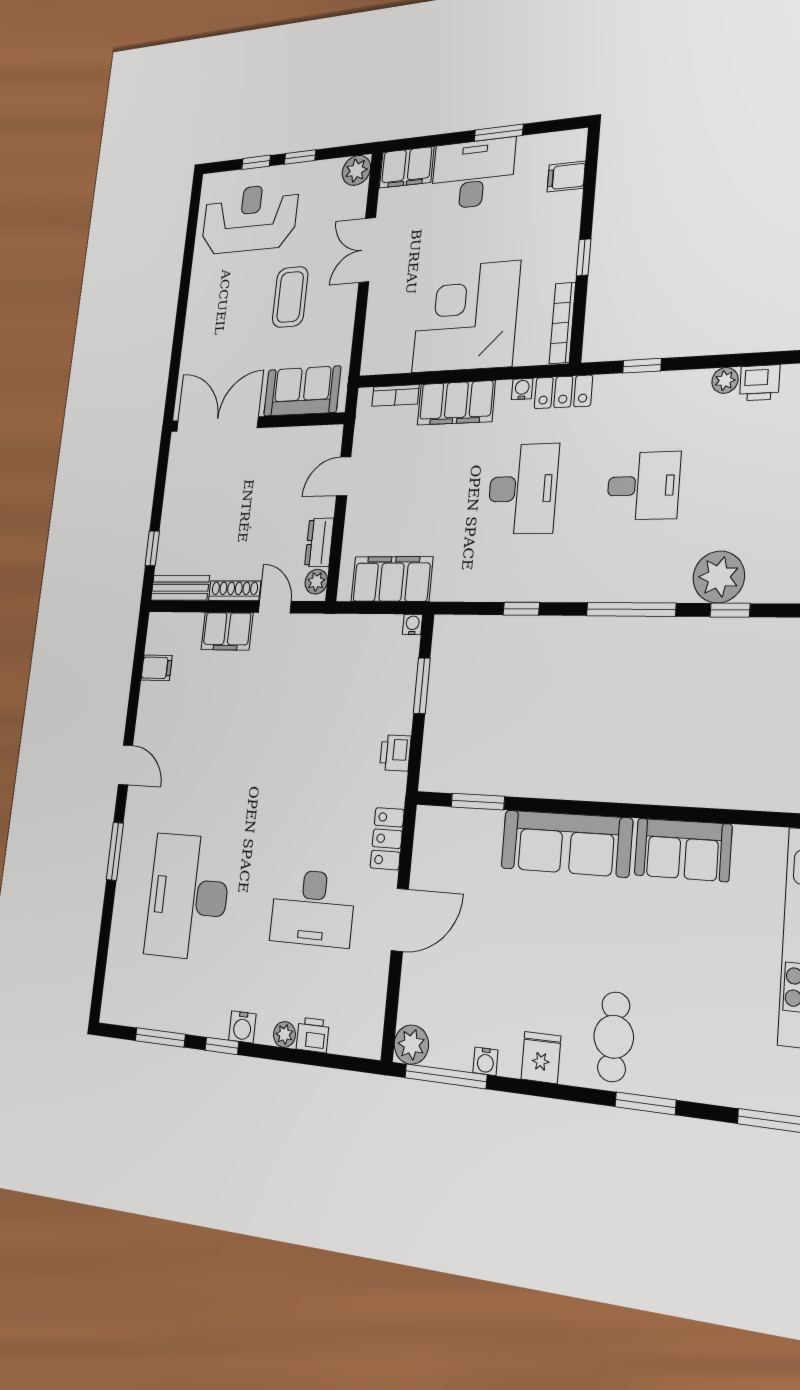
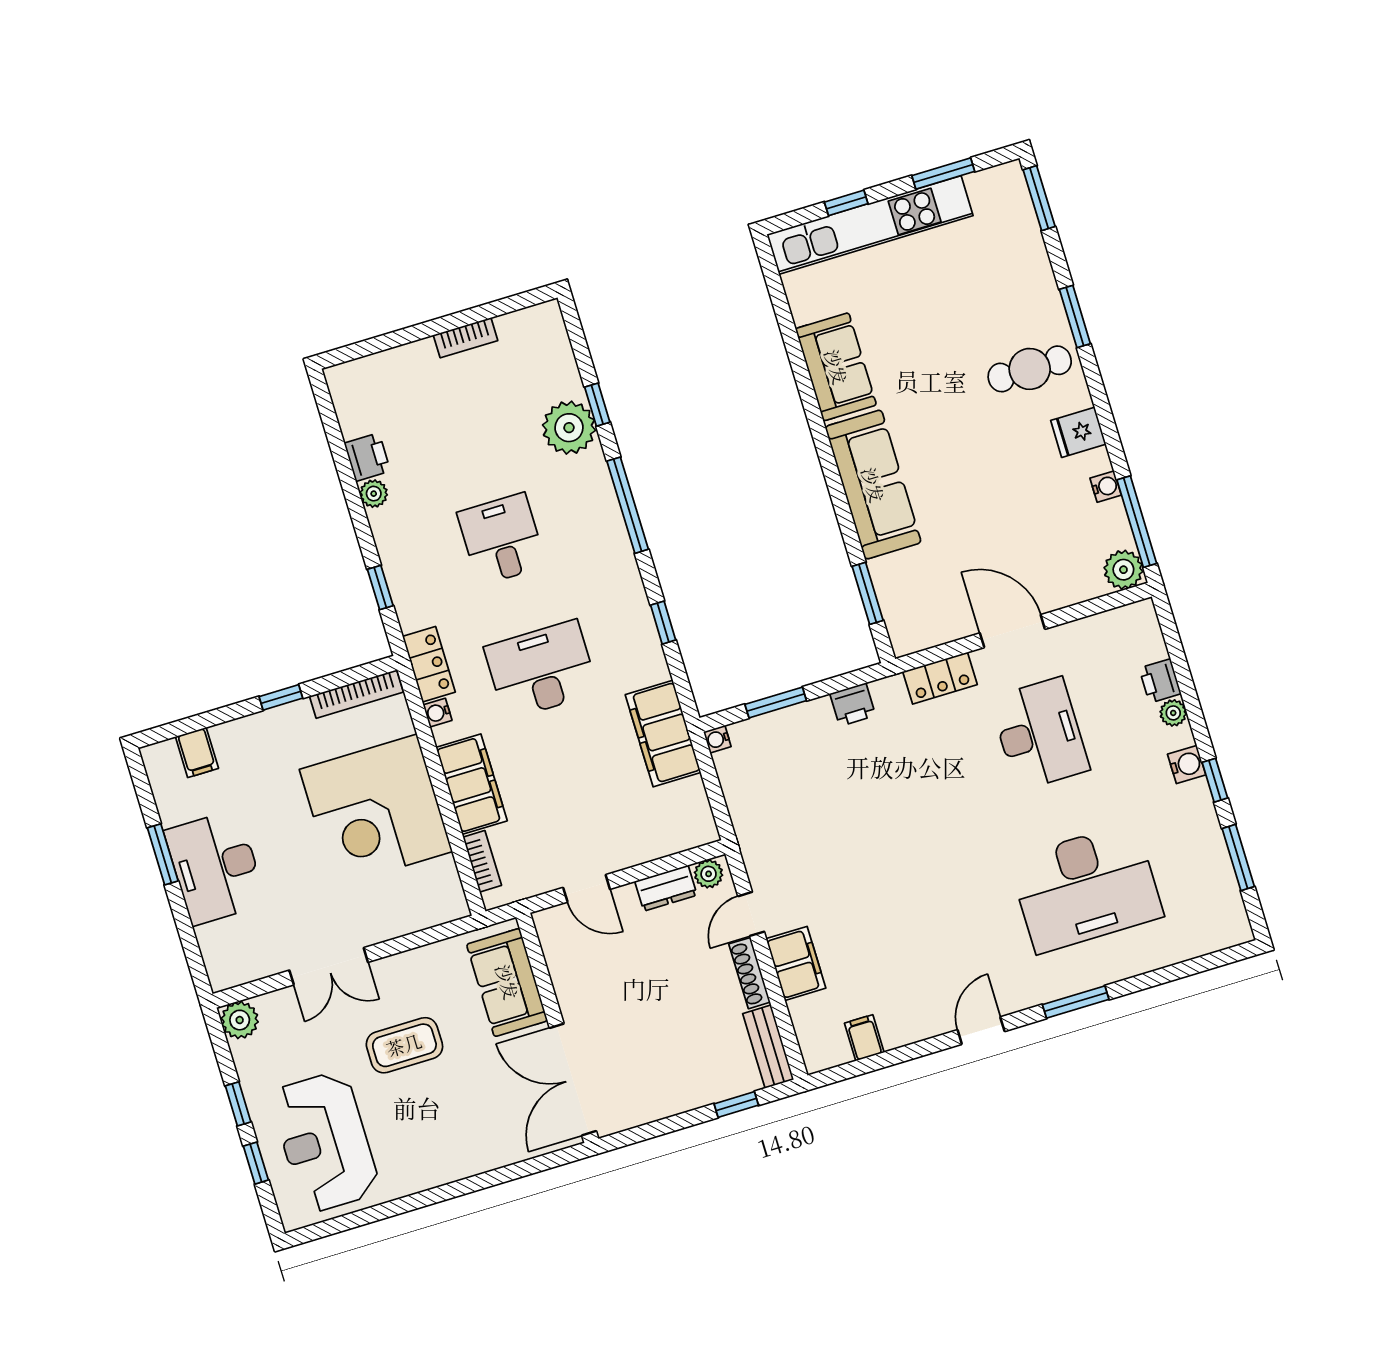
filing cabinet: (407, 167) -> (224, 955), removed
filing cabinet: (392, 579) -> (663, 734), moved

